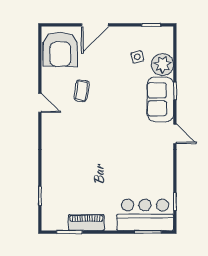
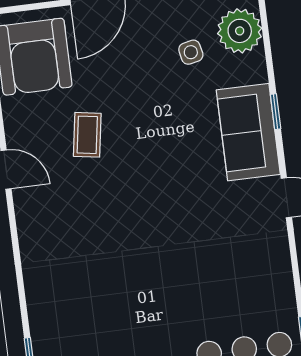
plant: (162, 65) -> (240, 31), moved

